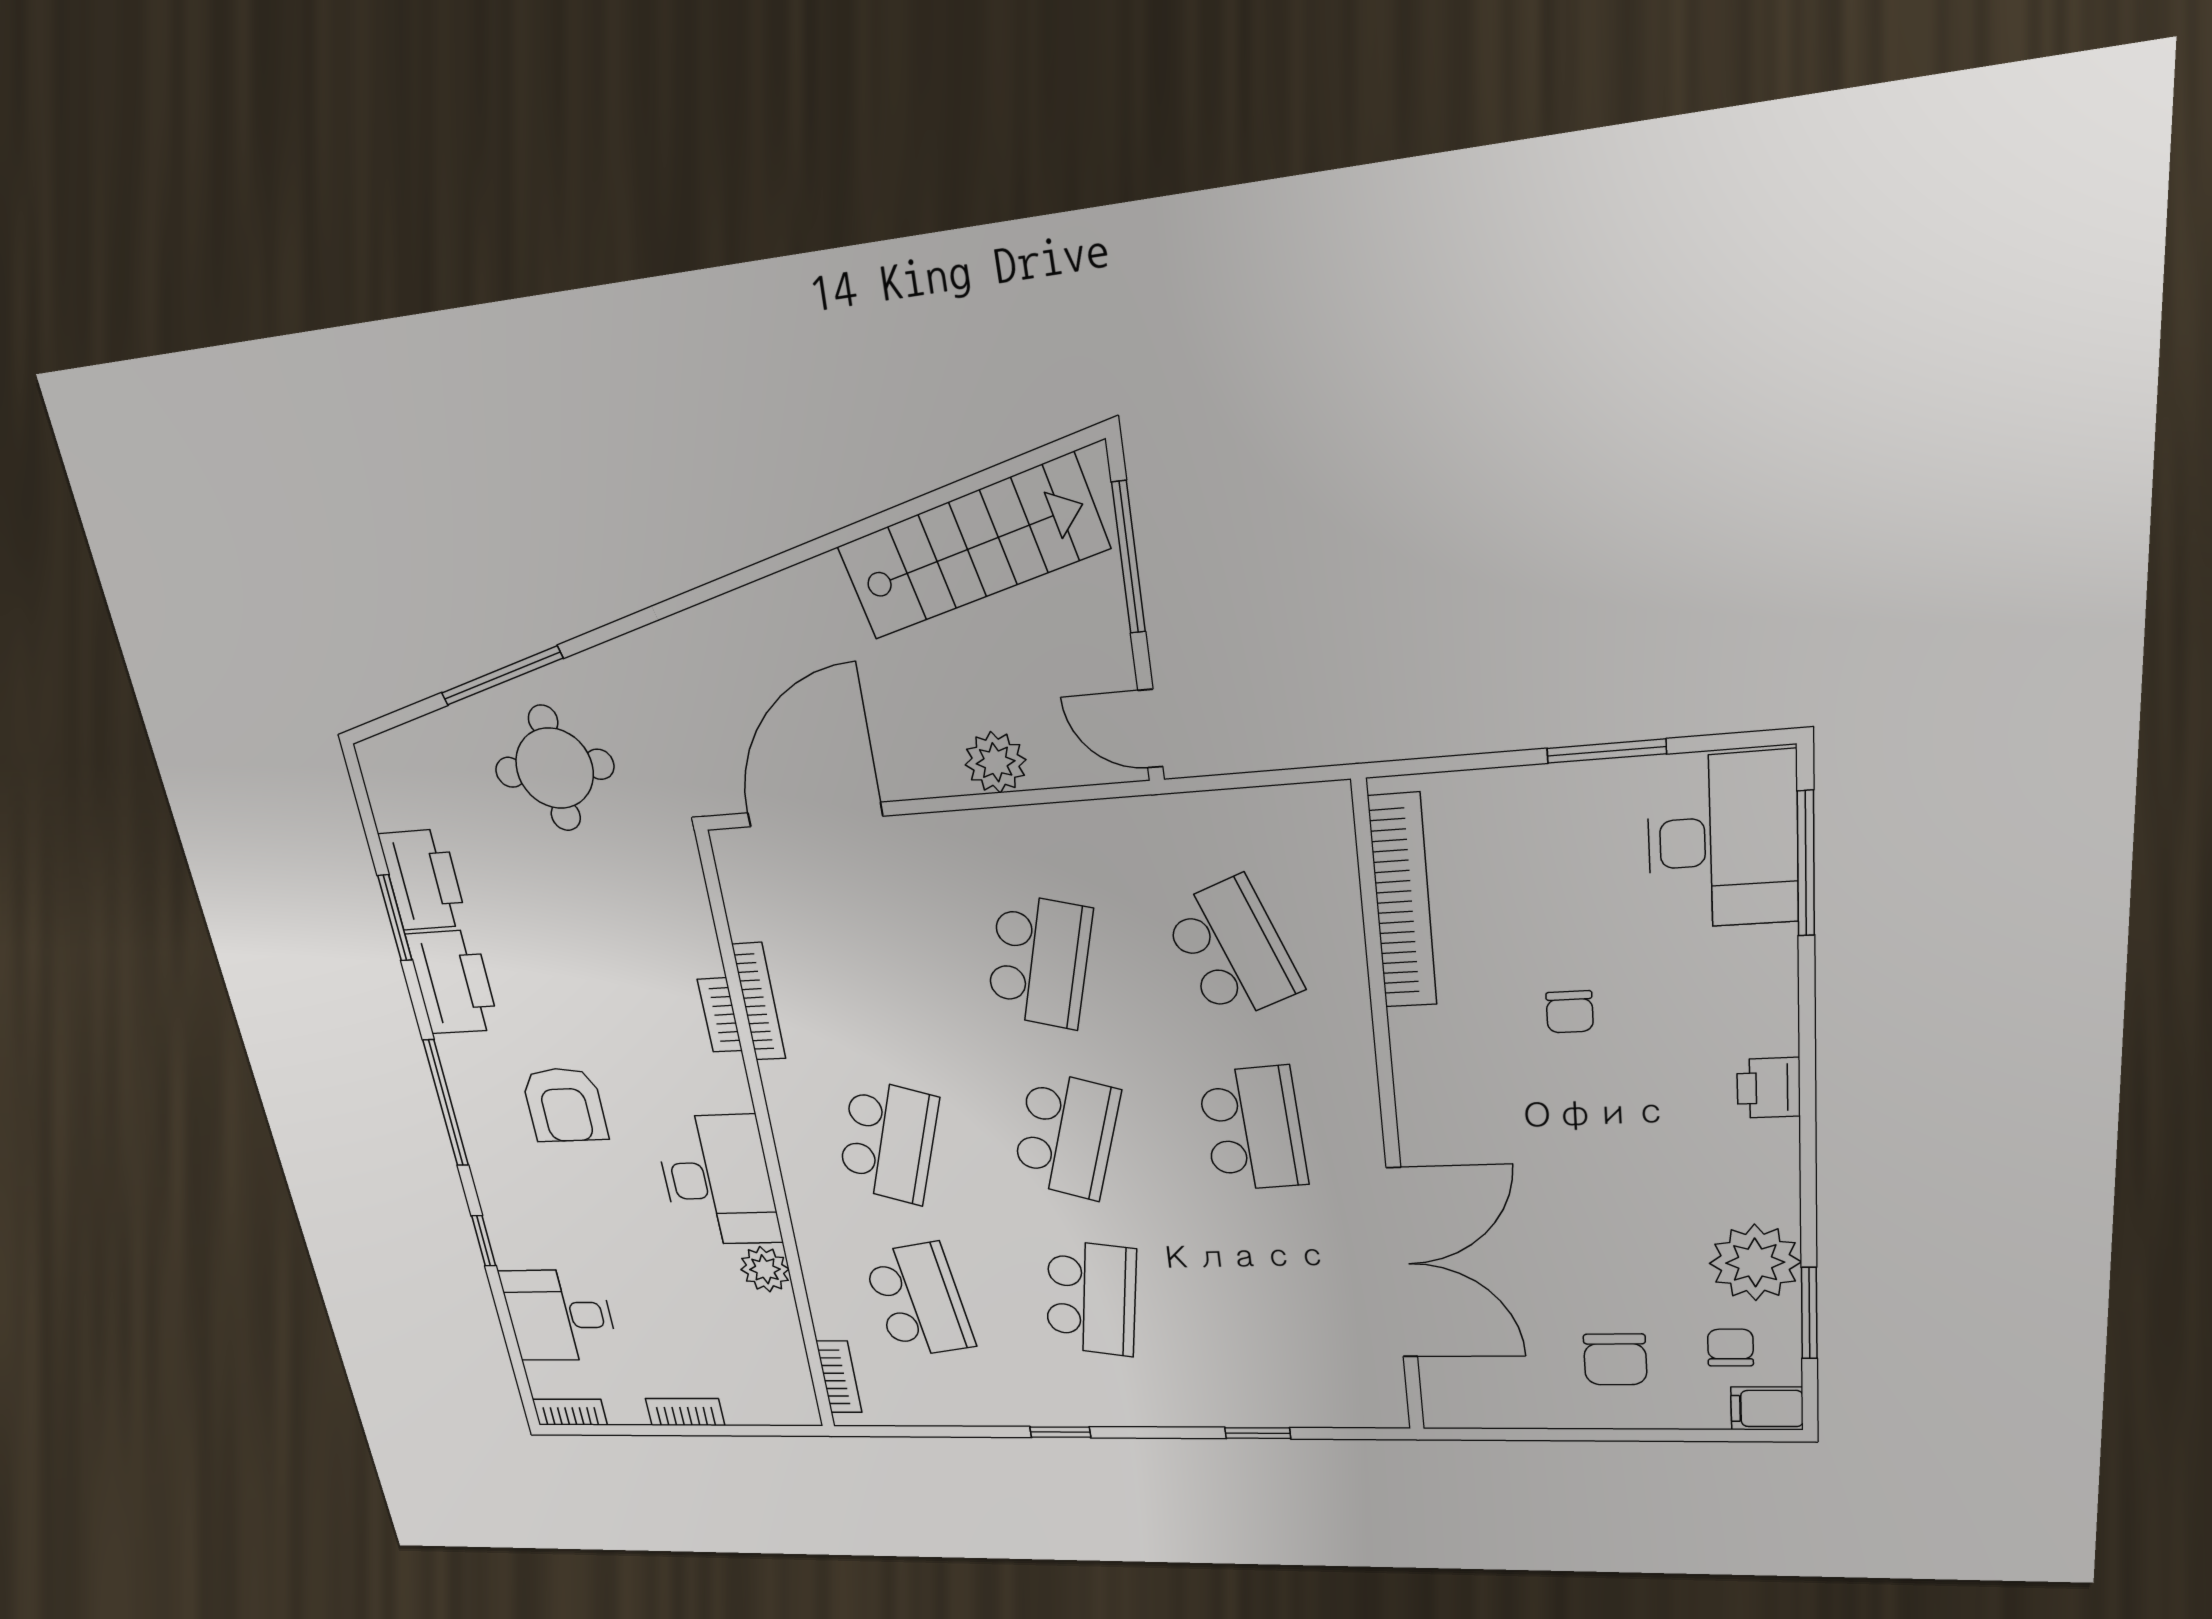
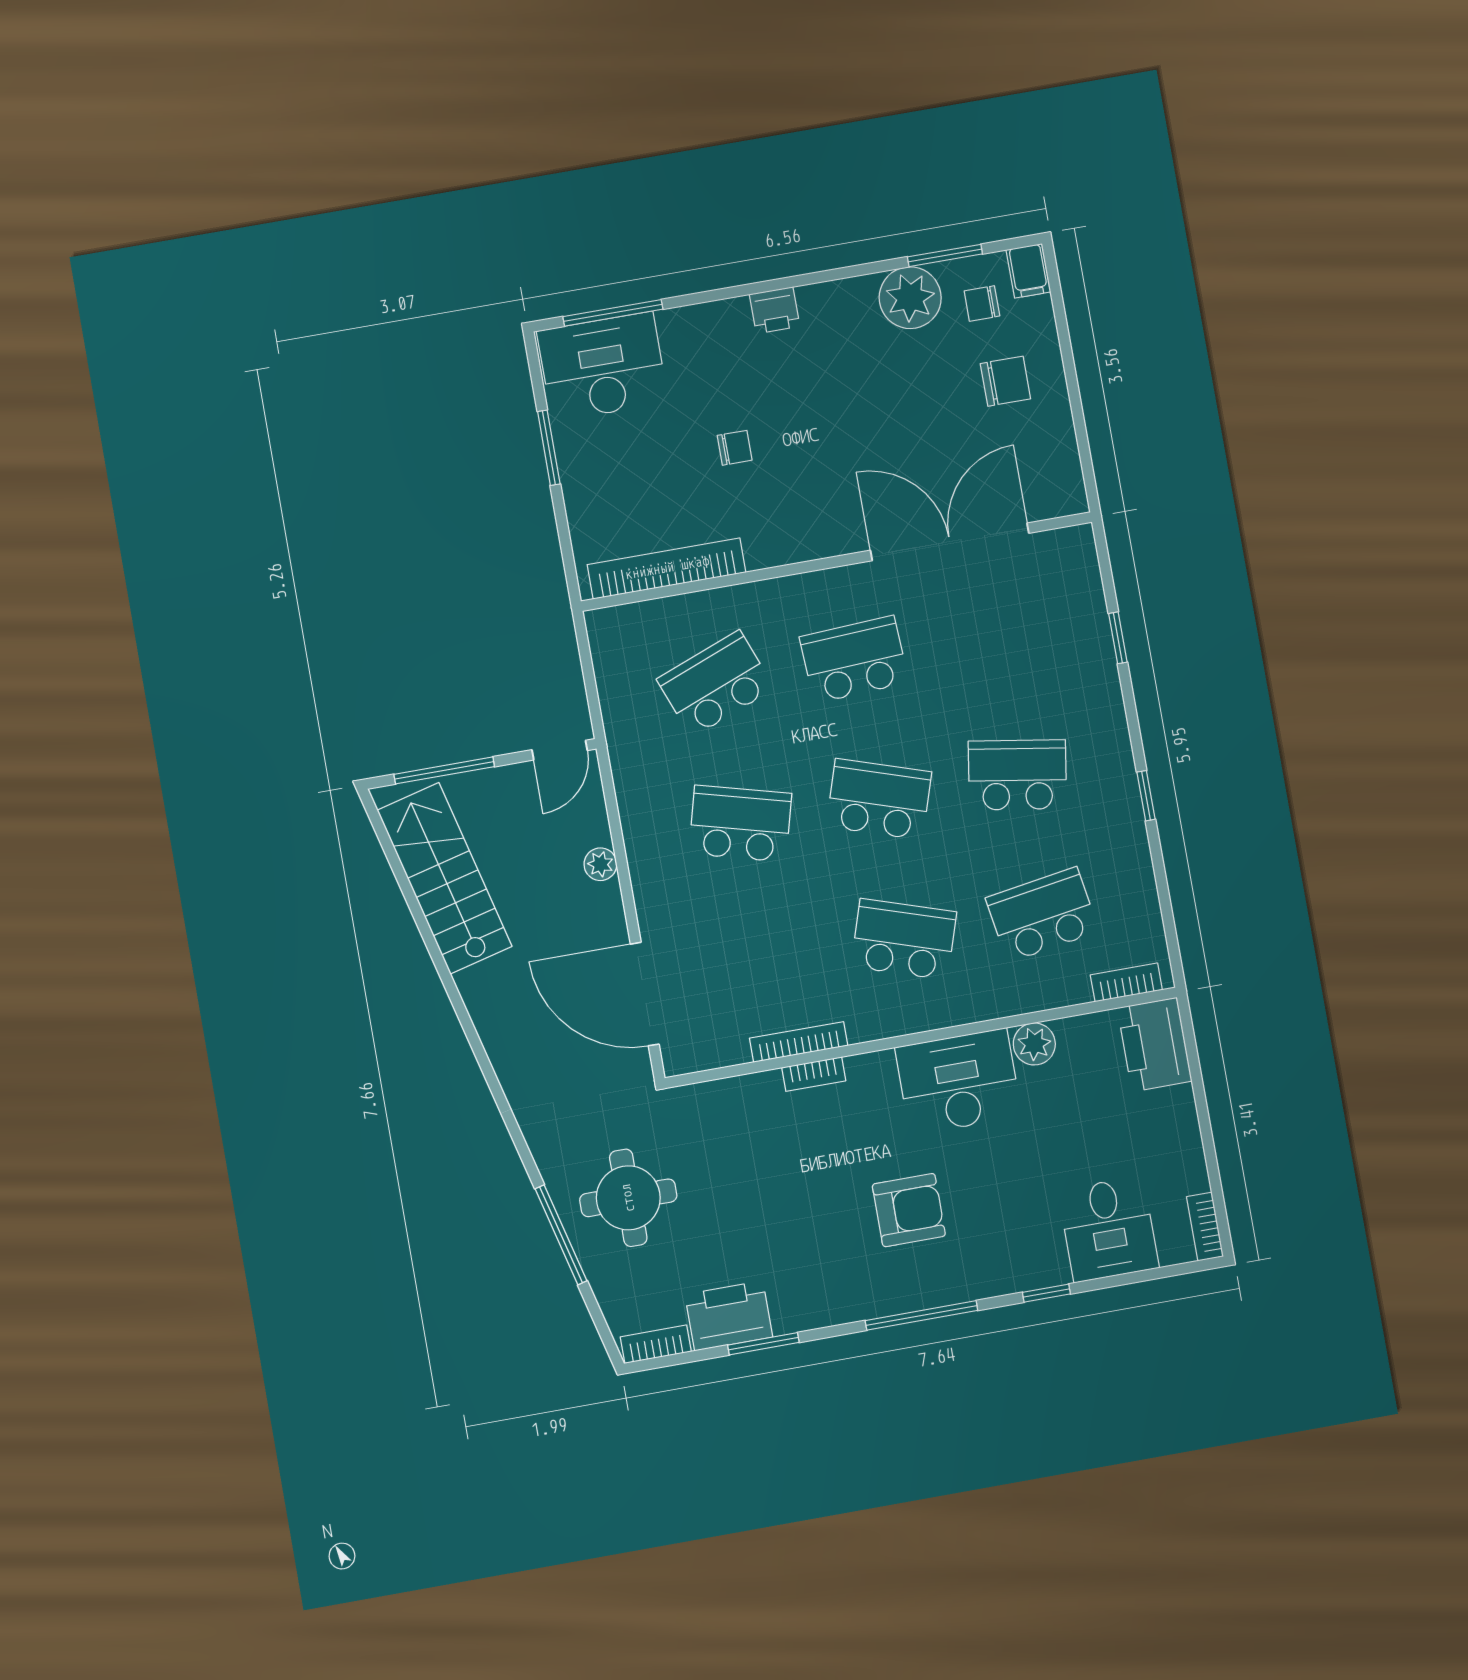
plant: (996, 762) -> (600, 864), width x0.73, depth x0.73
printer: (453, 982) -> (1155, 1045), moved, turned -90
bookcase: (685, 1412) -> (656, 1344), moved, turned 90

